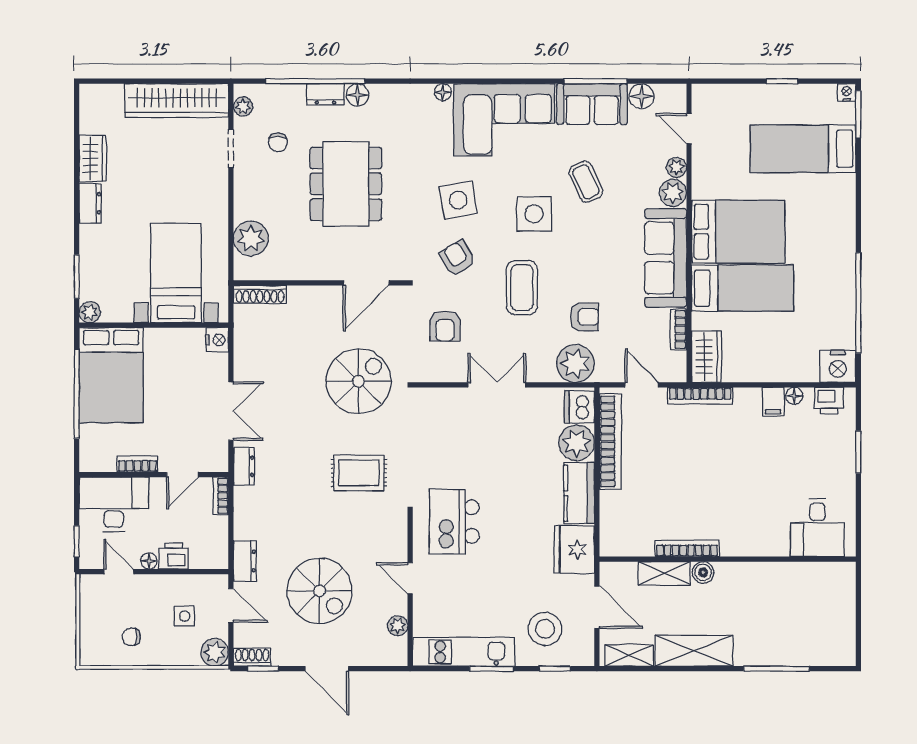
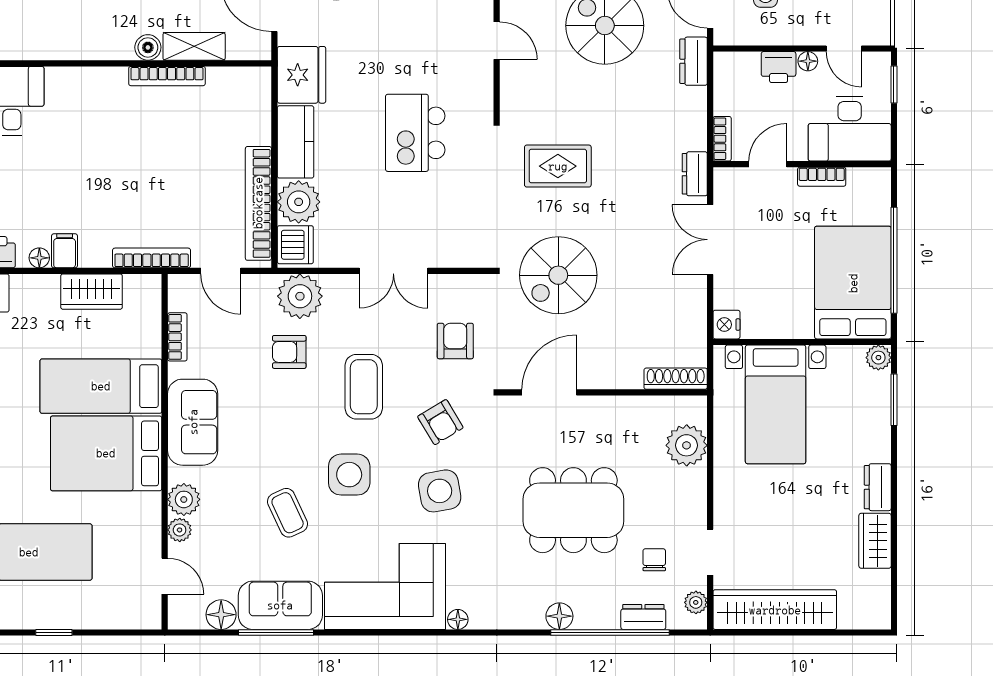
dresser: (326, 94) -> (643, 617), moved
dining table: (346, 184) -> (573, 510), turned 90
sofa: (666, 258) -> (193, 422), width x0.73
wardrobe: (706, 357) -> (92, 292), moved, turned -90
kitchen island: (454, 522) -> (415, 133), moved, turned 180

